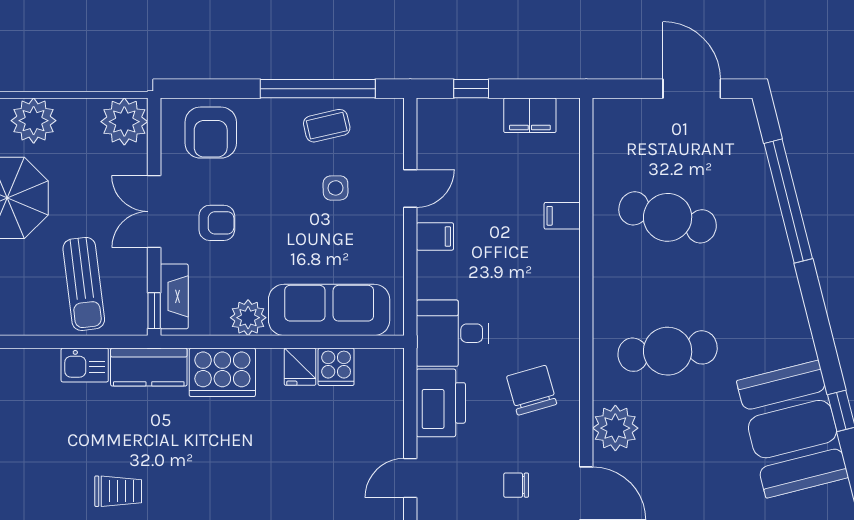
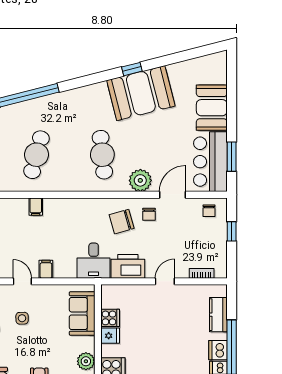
sofa: (329, 310) -> (82, 313), width x0.73
door: (410, 478) -> (165, 281), swing flipped
chair: (516, 485) -> (149, 214), moved

